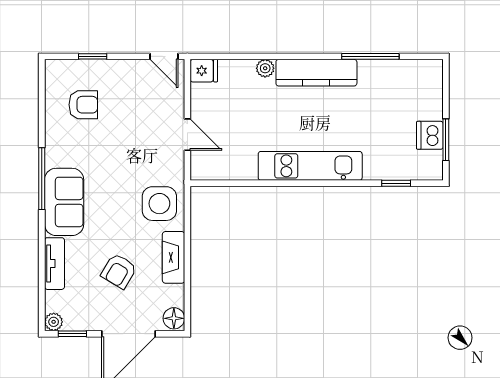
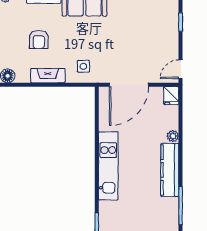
armchair: (83, 105) -> (149, 16), removed
door: (187, 135) -> (129, 85), width x1.87
side table: (159, 204) -> (83, 66), width x0.54, depth x0.54
armchair: (119, 271) -> (39, 39), turned -121

